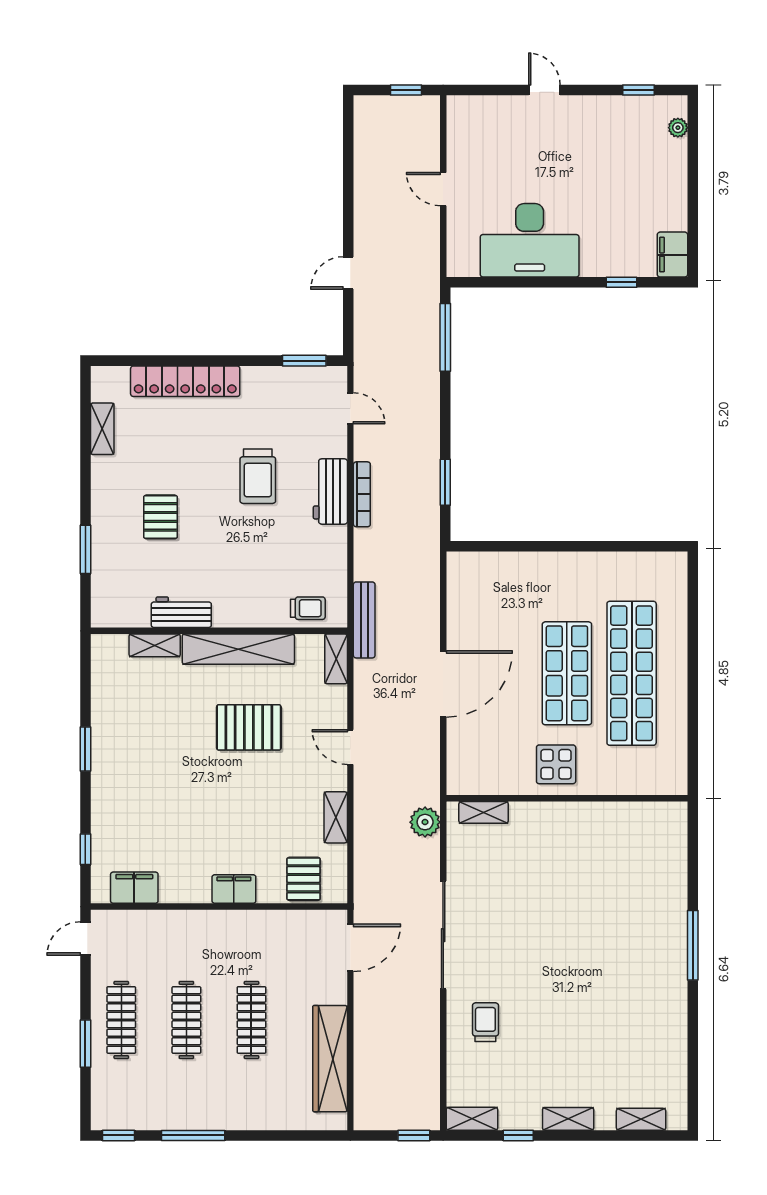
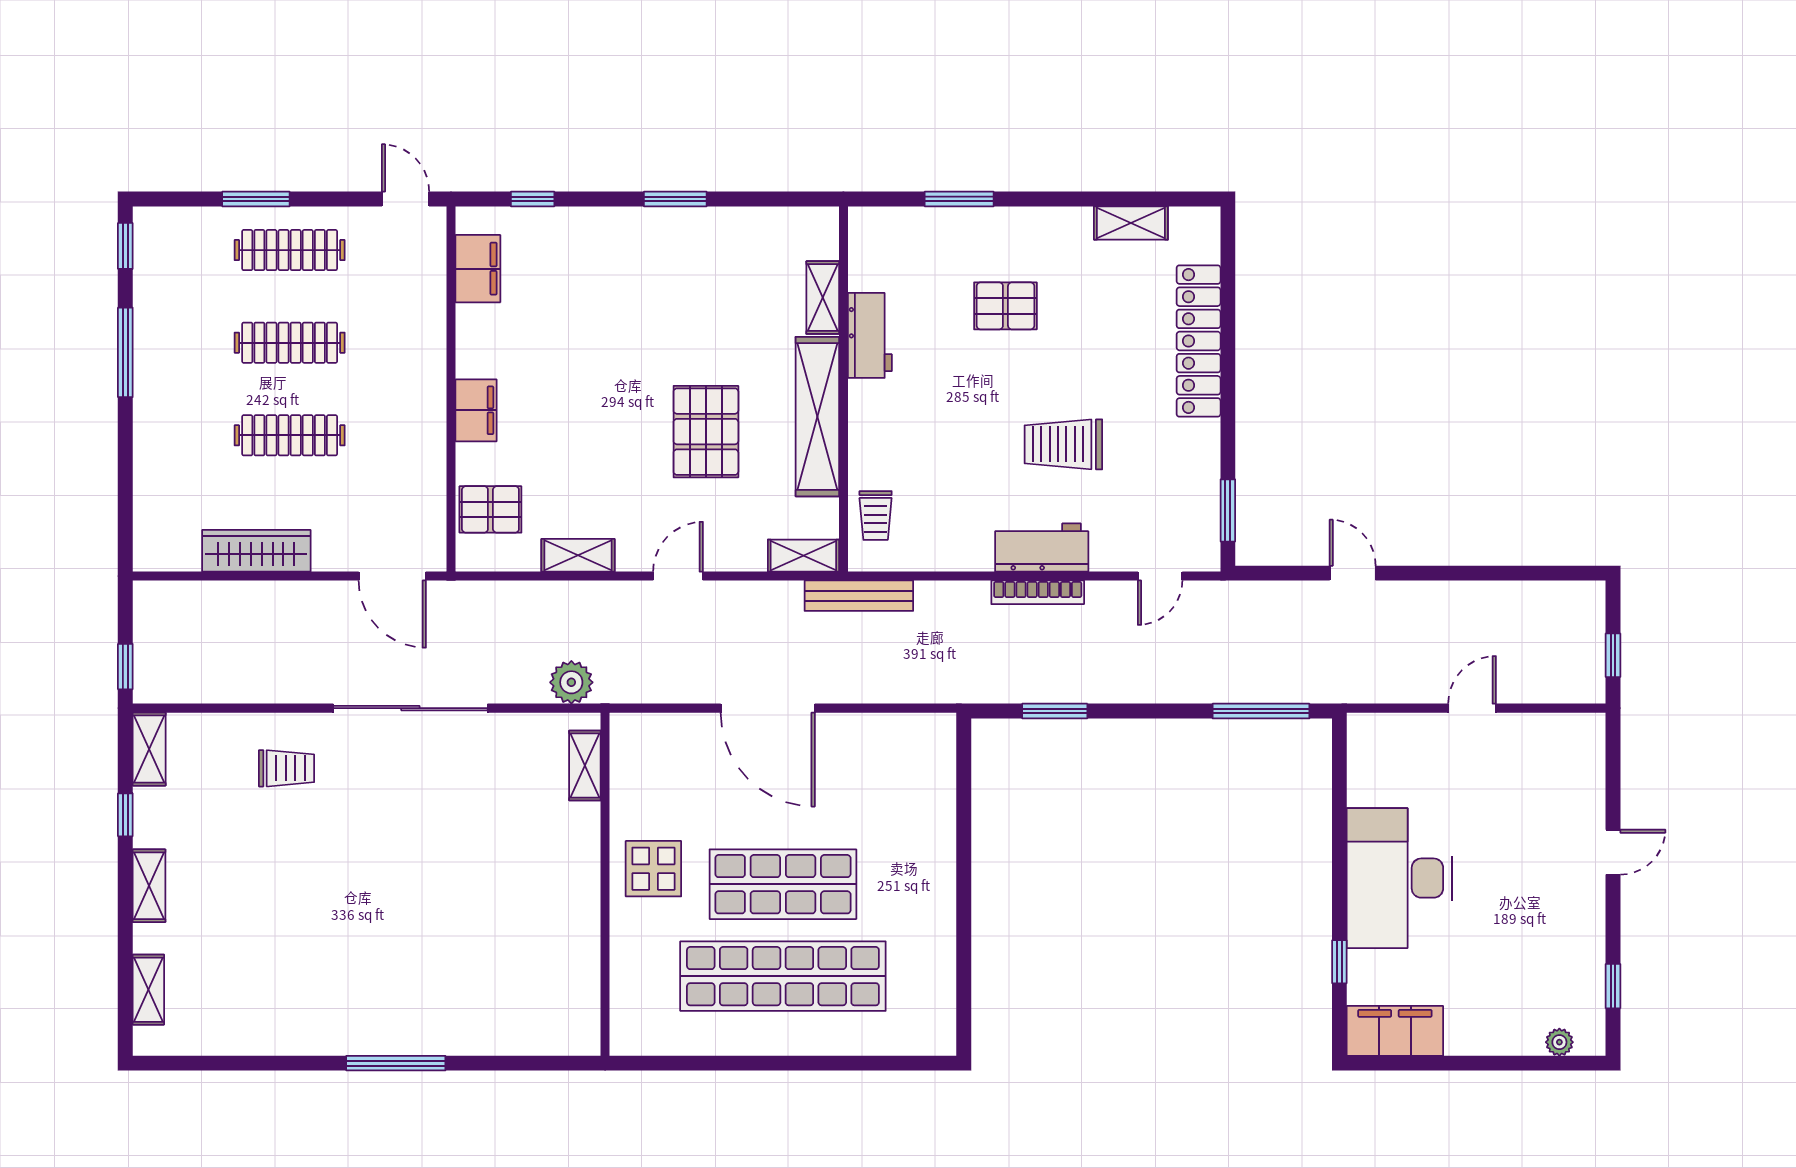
desk: (530, 240) -> (1399, 878), moved
filing cabinet: (672, 255) -> (1395, 1031), width x1.50, depth x1.17
wardrobe: (330, 1059) -> (256, 551), width x0.71, depth x0.85

